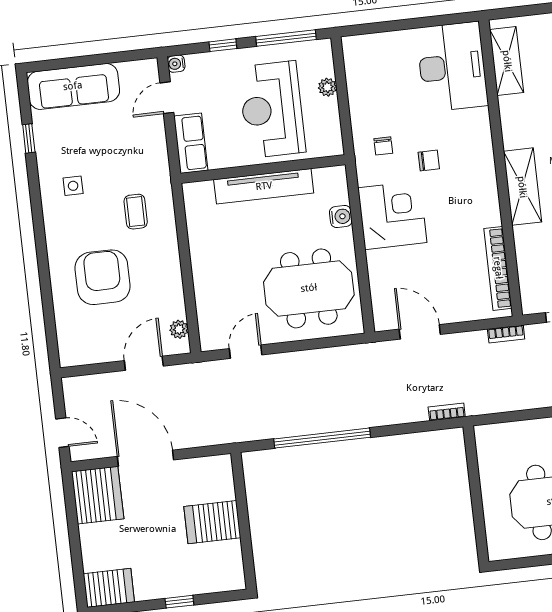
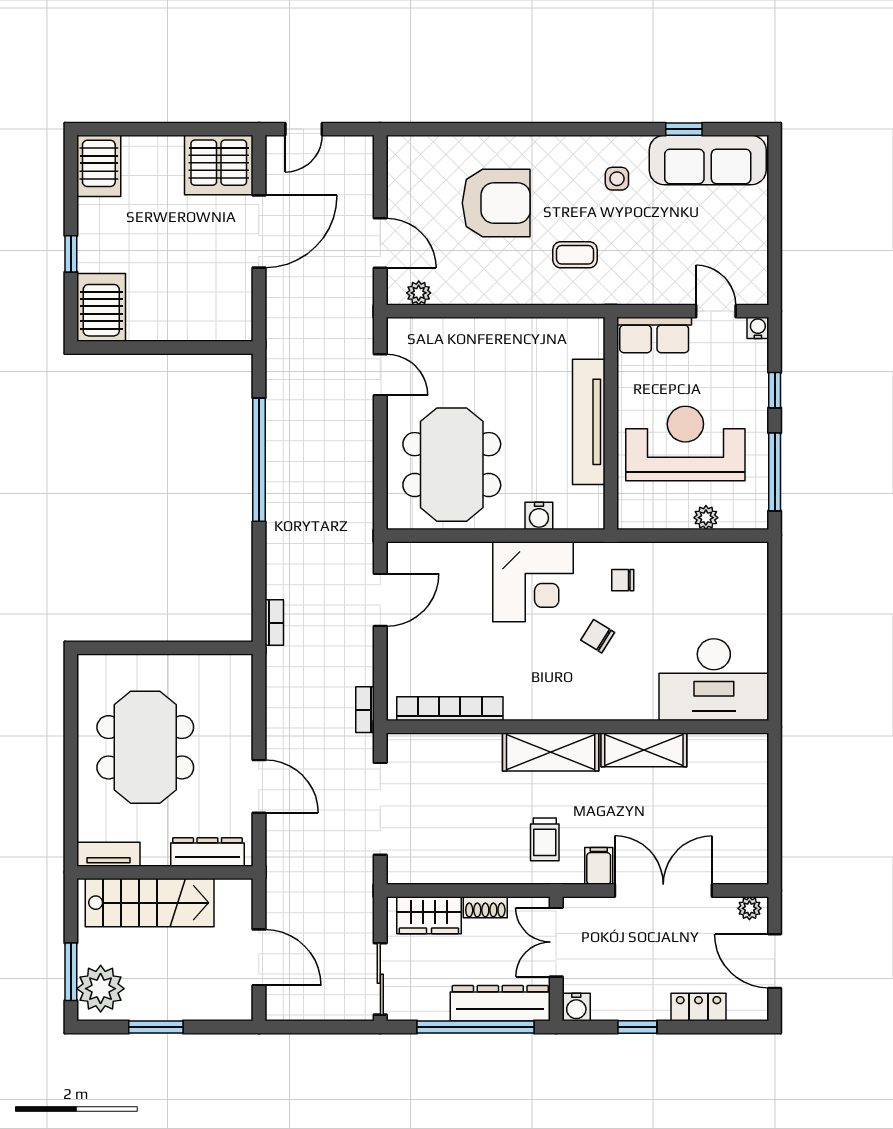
shelving: (507, 61) -> (644, 750), moved
sofa: (73, 86) -> (708, 160), moved, turned -90
chair: (429, 160) -> (598, 636), turned 122
server rack: (212, 522) -> (101, 307), moved

